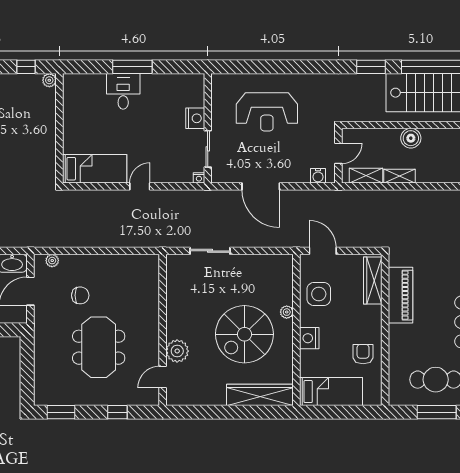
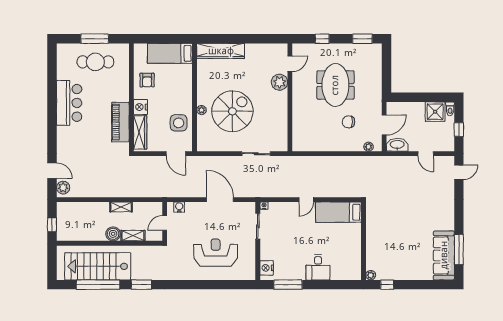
window: (132, 67) -> (288, 285), moved
nightstand: (195, 118) -> (267, 268), moved
shelving: (366, 176) -> (133, 236), moved
spiral stairs: (244, 334) -> (232, 111), moved
nightstand: (309, 338) -> (141, 107), moved, turned 180

